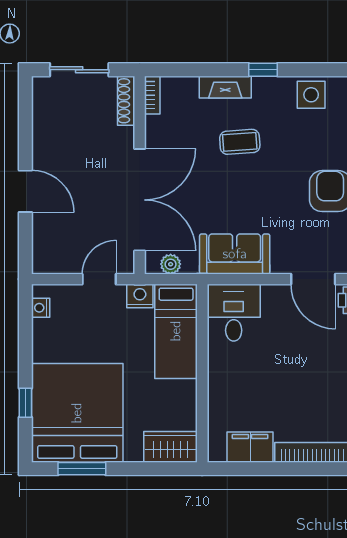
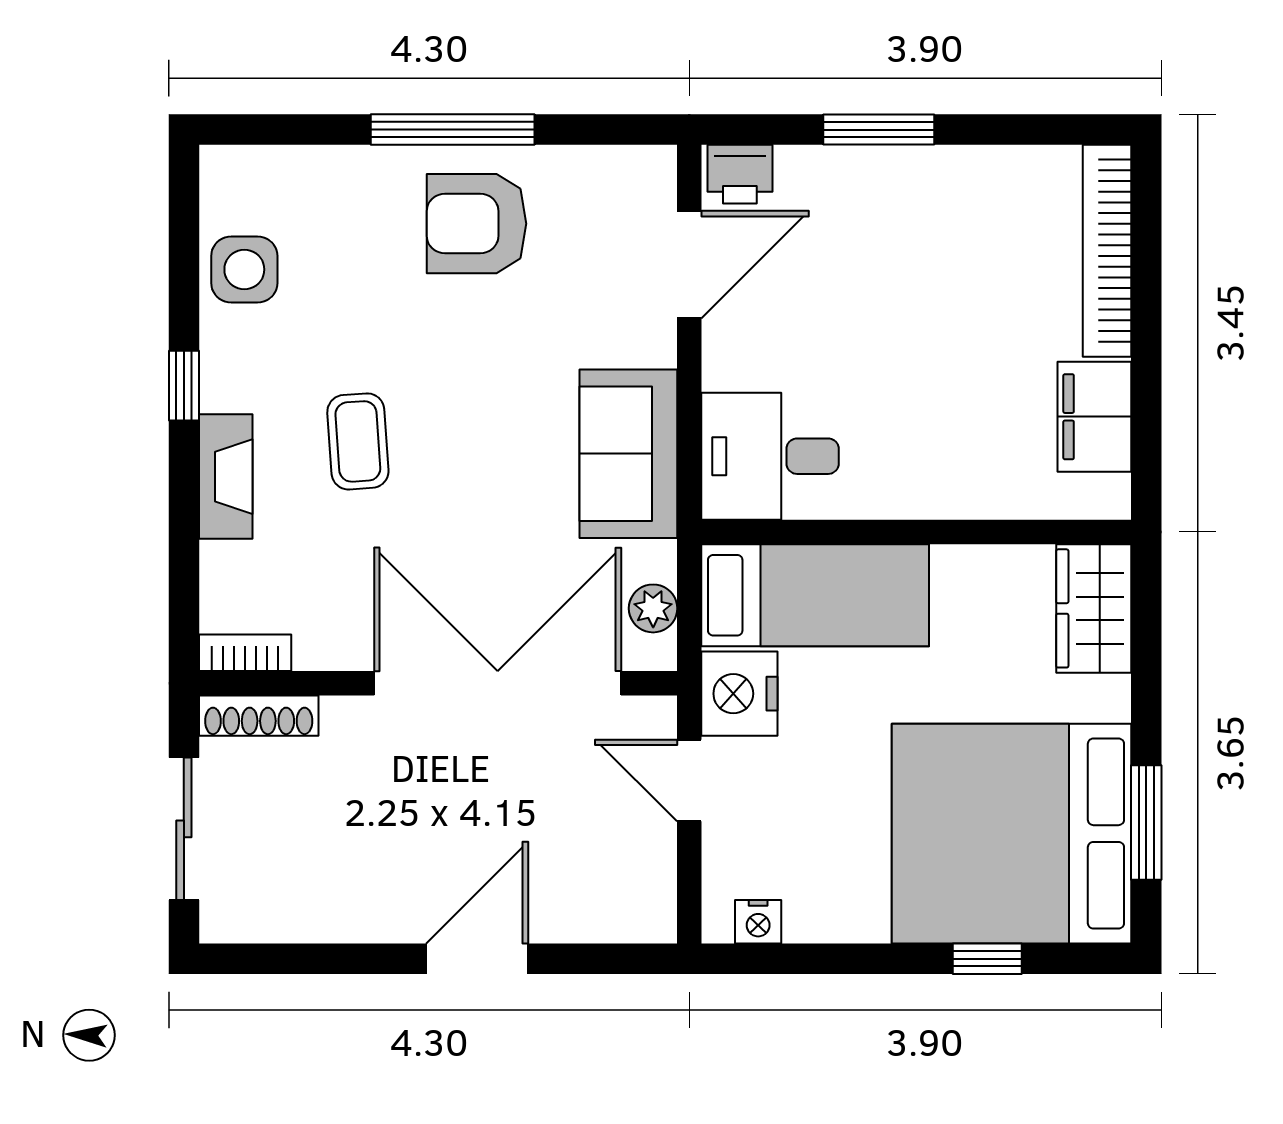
nightstand: (140, 296) -> (739, 694), width x1.36, depth x1.33

